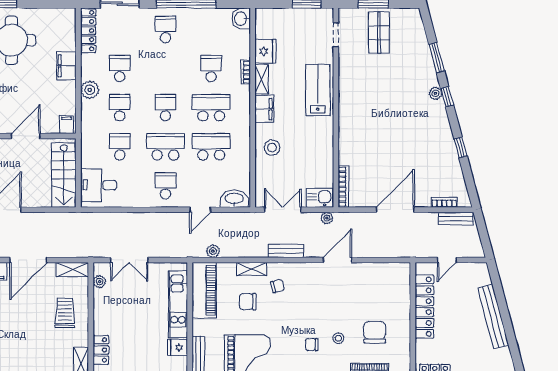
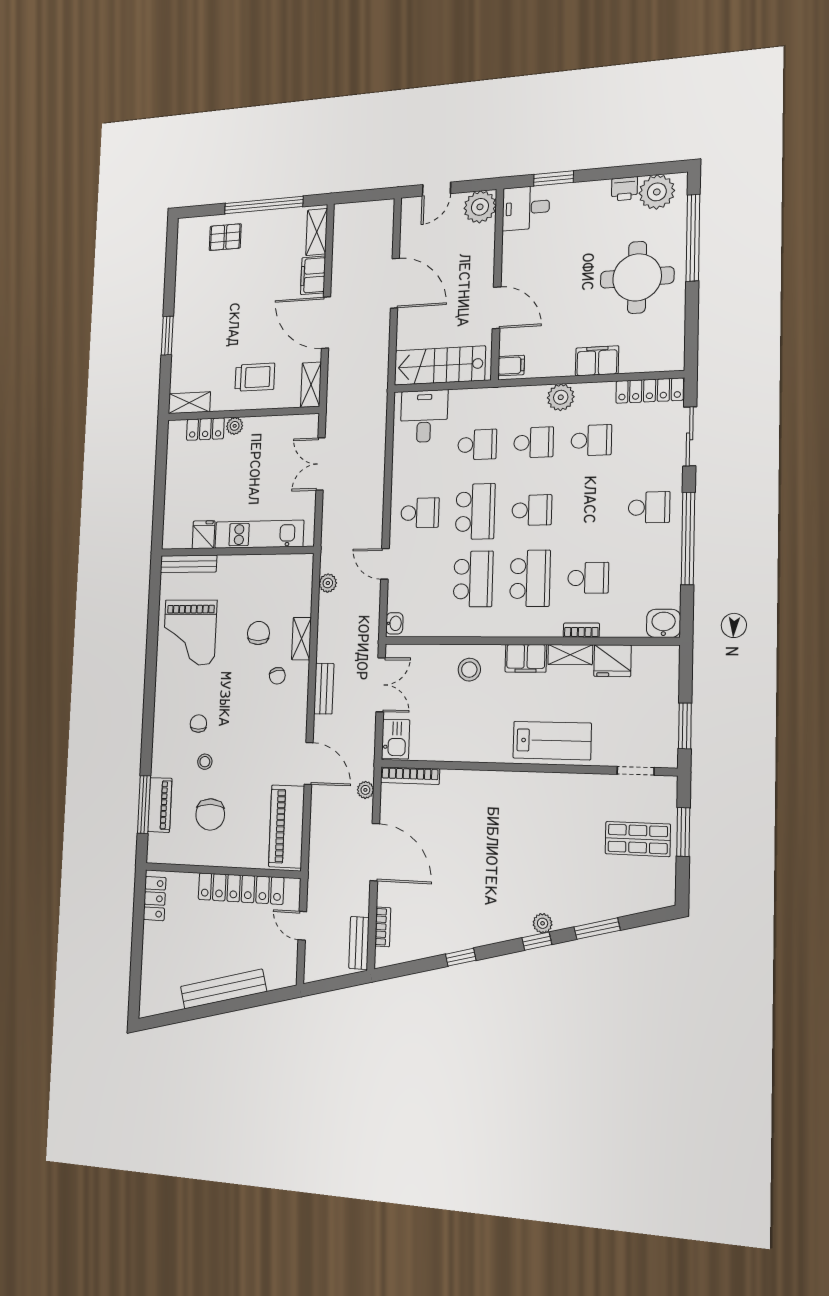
washbasin: (234, 199) -> (394, 623), width x0.52, depth x0.69
plant: (327, 218) -> (365, 790), moved
plant: (100, 282) -> (235, 426), moved
piano: (204, 290) -> (287, 826), moved, turned 90
chair: (375, 332) -> (210, 814), turned 90

